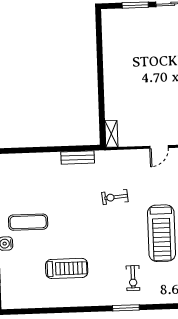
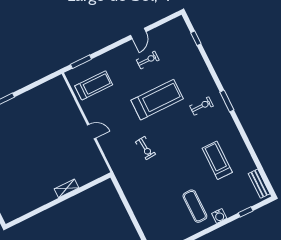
shelving: (111, 134) -> (66, 188), moved
bench: (78, 158) -> (259, 184), moved

